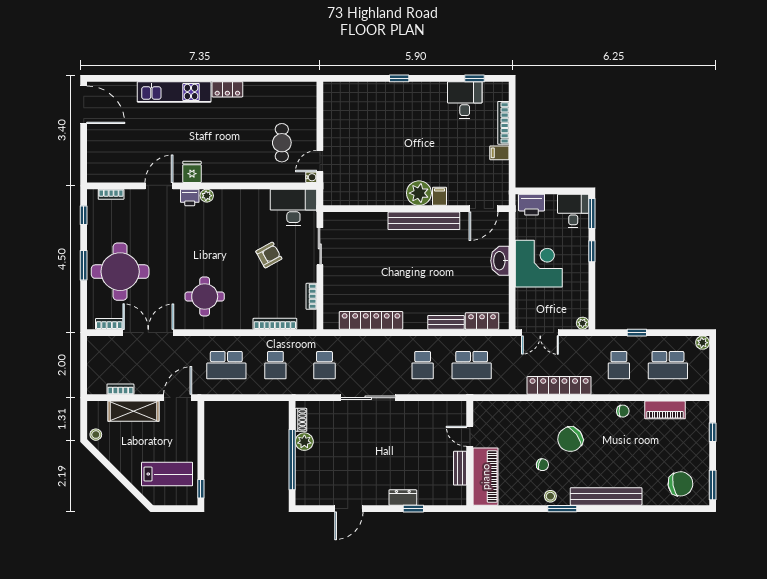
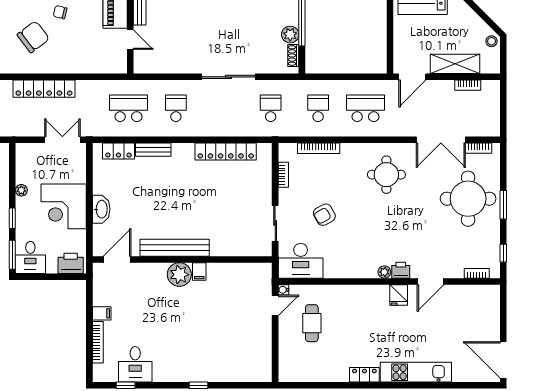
filing cabinet: (440, 196) -> (199, 271), moved
plant: (583, 323) -> (21, 190), moved

